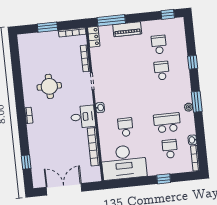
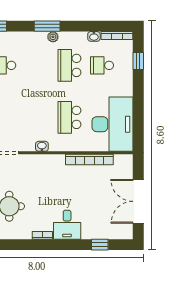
desk: (83, 117) -> (67, 225), moved, turned 180
school desk: (125, 127) -> (69, 117), width x1.85
window: (164, 179) -> (138, 61), moved

